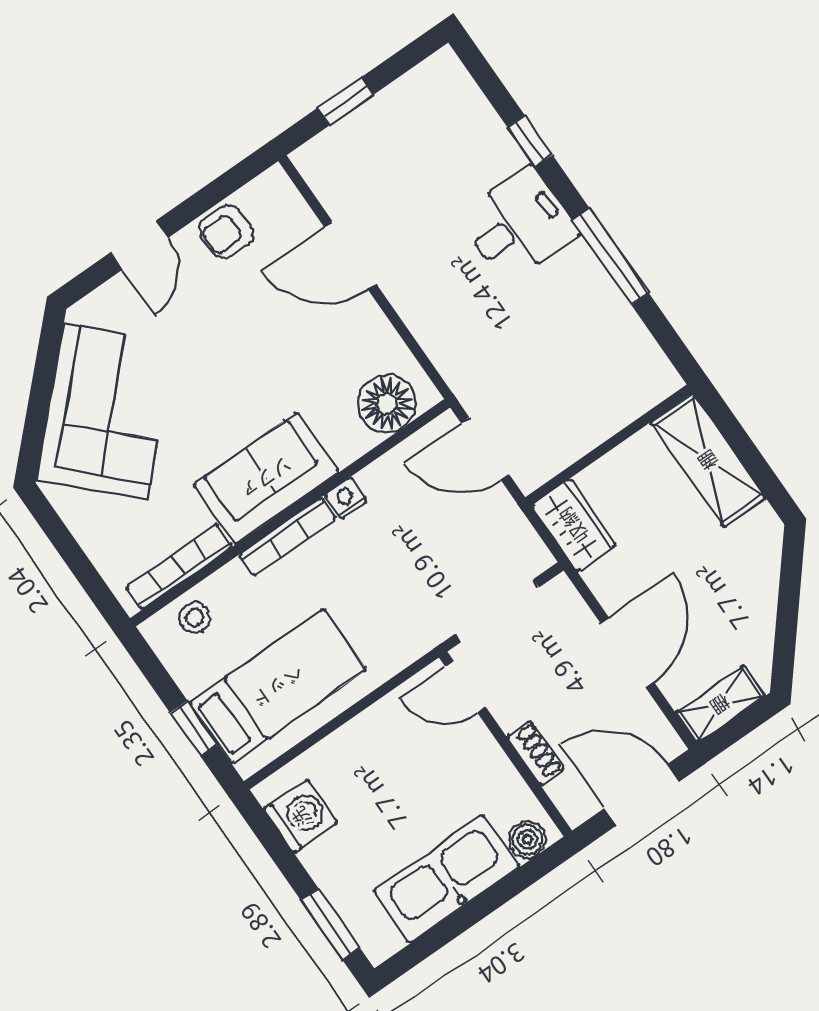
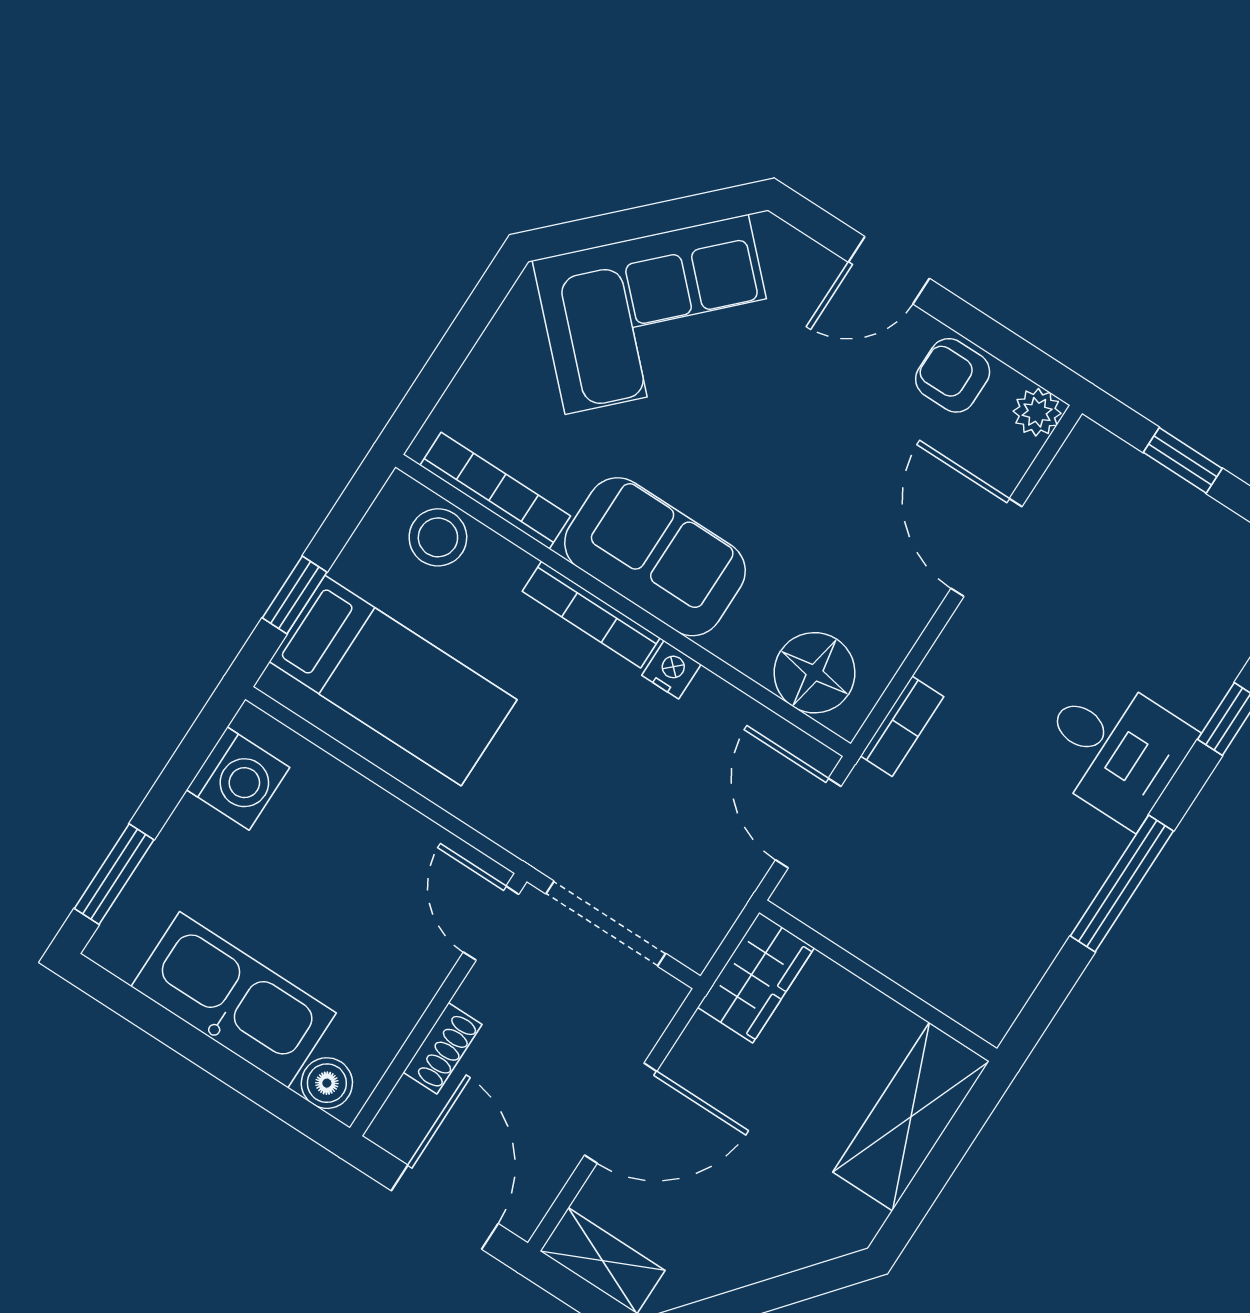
plant: (274, 185) -> (1037, 412), added
bookcase: (446, 360) -> (902, 726), added
stool: (195, 618) -> (438, 537), width x1.37, depth x1.37

